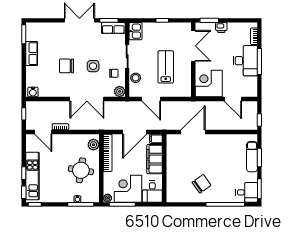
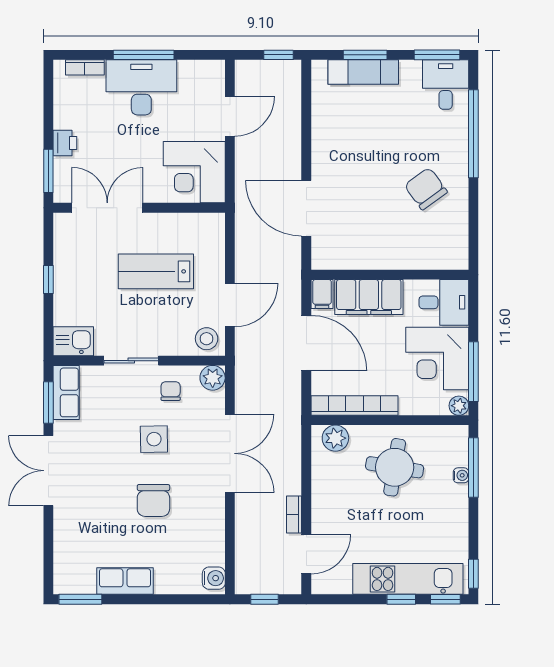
stool: (136, 78) -> (207, 339), moved

